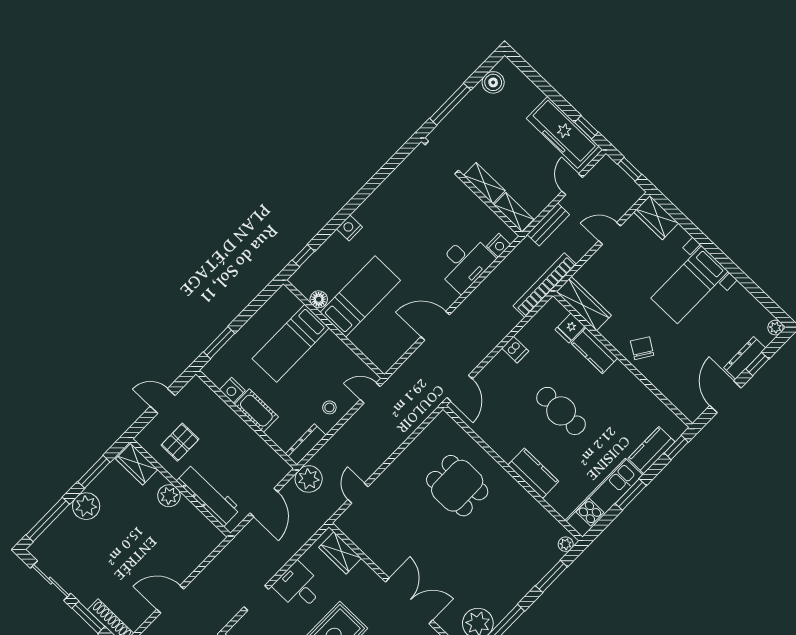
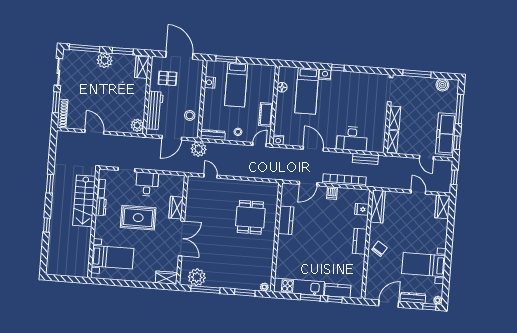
window: (544, 87) -> (459, 109), added
door: (572, 184) -> (426, 157), swing flipped
bench: (548, 224) -> (365, 159), moved
nightstand: (499, 245) -> (278, 140), moved
window: (303, 256) -> (338, 68), moved
bookcase: (545, 285) -> (344, 180), moved
bed with nightstands: (690, 285) -> (424, 265), moved
bed: (360, 296) -> (307, 91), moved, turned 90
bed: (291, 343) -> (236, 85), moved, turned -90
kitchen counter: (594, 351) -> (360, 241), moved
window: (757, 364) -> (429, 307), moved
door: (460, 388) -> (308, 184), moved
door: (370, 393) -> (259, 145), hinge flipped
door: (163, 401) -> (179, 55), width x1.87
cot: (256, 411) -> (266, 114), moved
cafe table: (561, 411) -> (322, 236), removed
window: (676, 448) -> (335, 299), moved
stool: (254, 454) -> (190, 115), added
kitchen counter: (533, 473) -> (286, 220), moved
door: (358, 493) -> (211, 176), hinge flipped
plant: (169, 496) -> (137, 125), moved
wardrobe: (340, 553) -> (176, 208), moved

